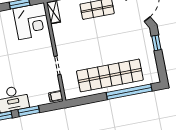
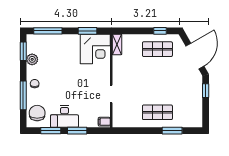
shop shelf: (110, 75) -> (157, 112), width x0.50, depth x0.74
window: (129, 92) -> (172, 131), width x0.47

